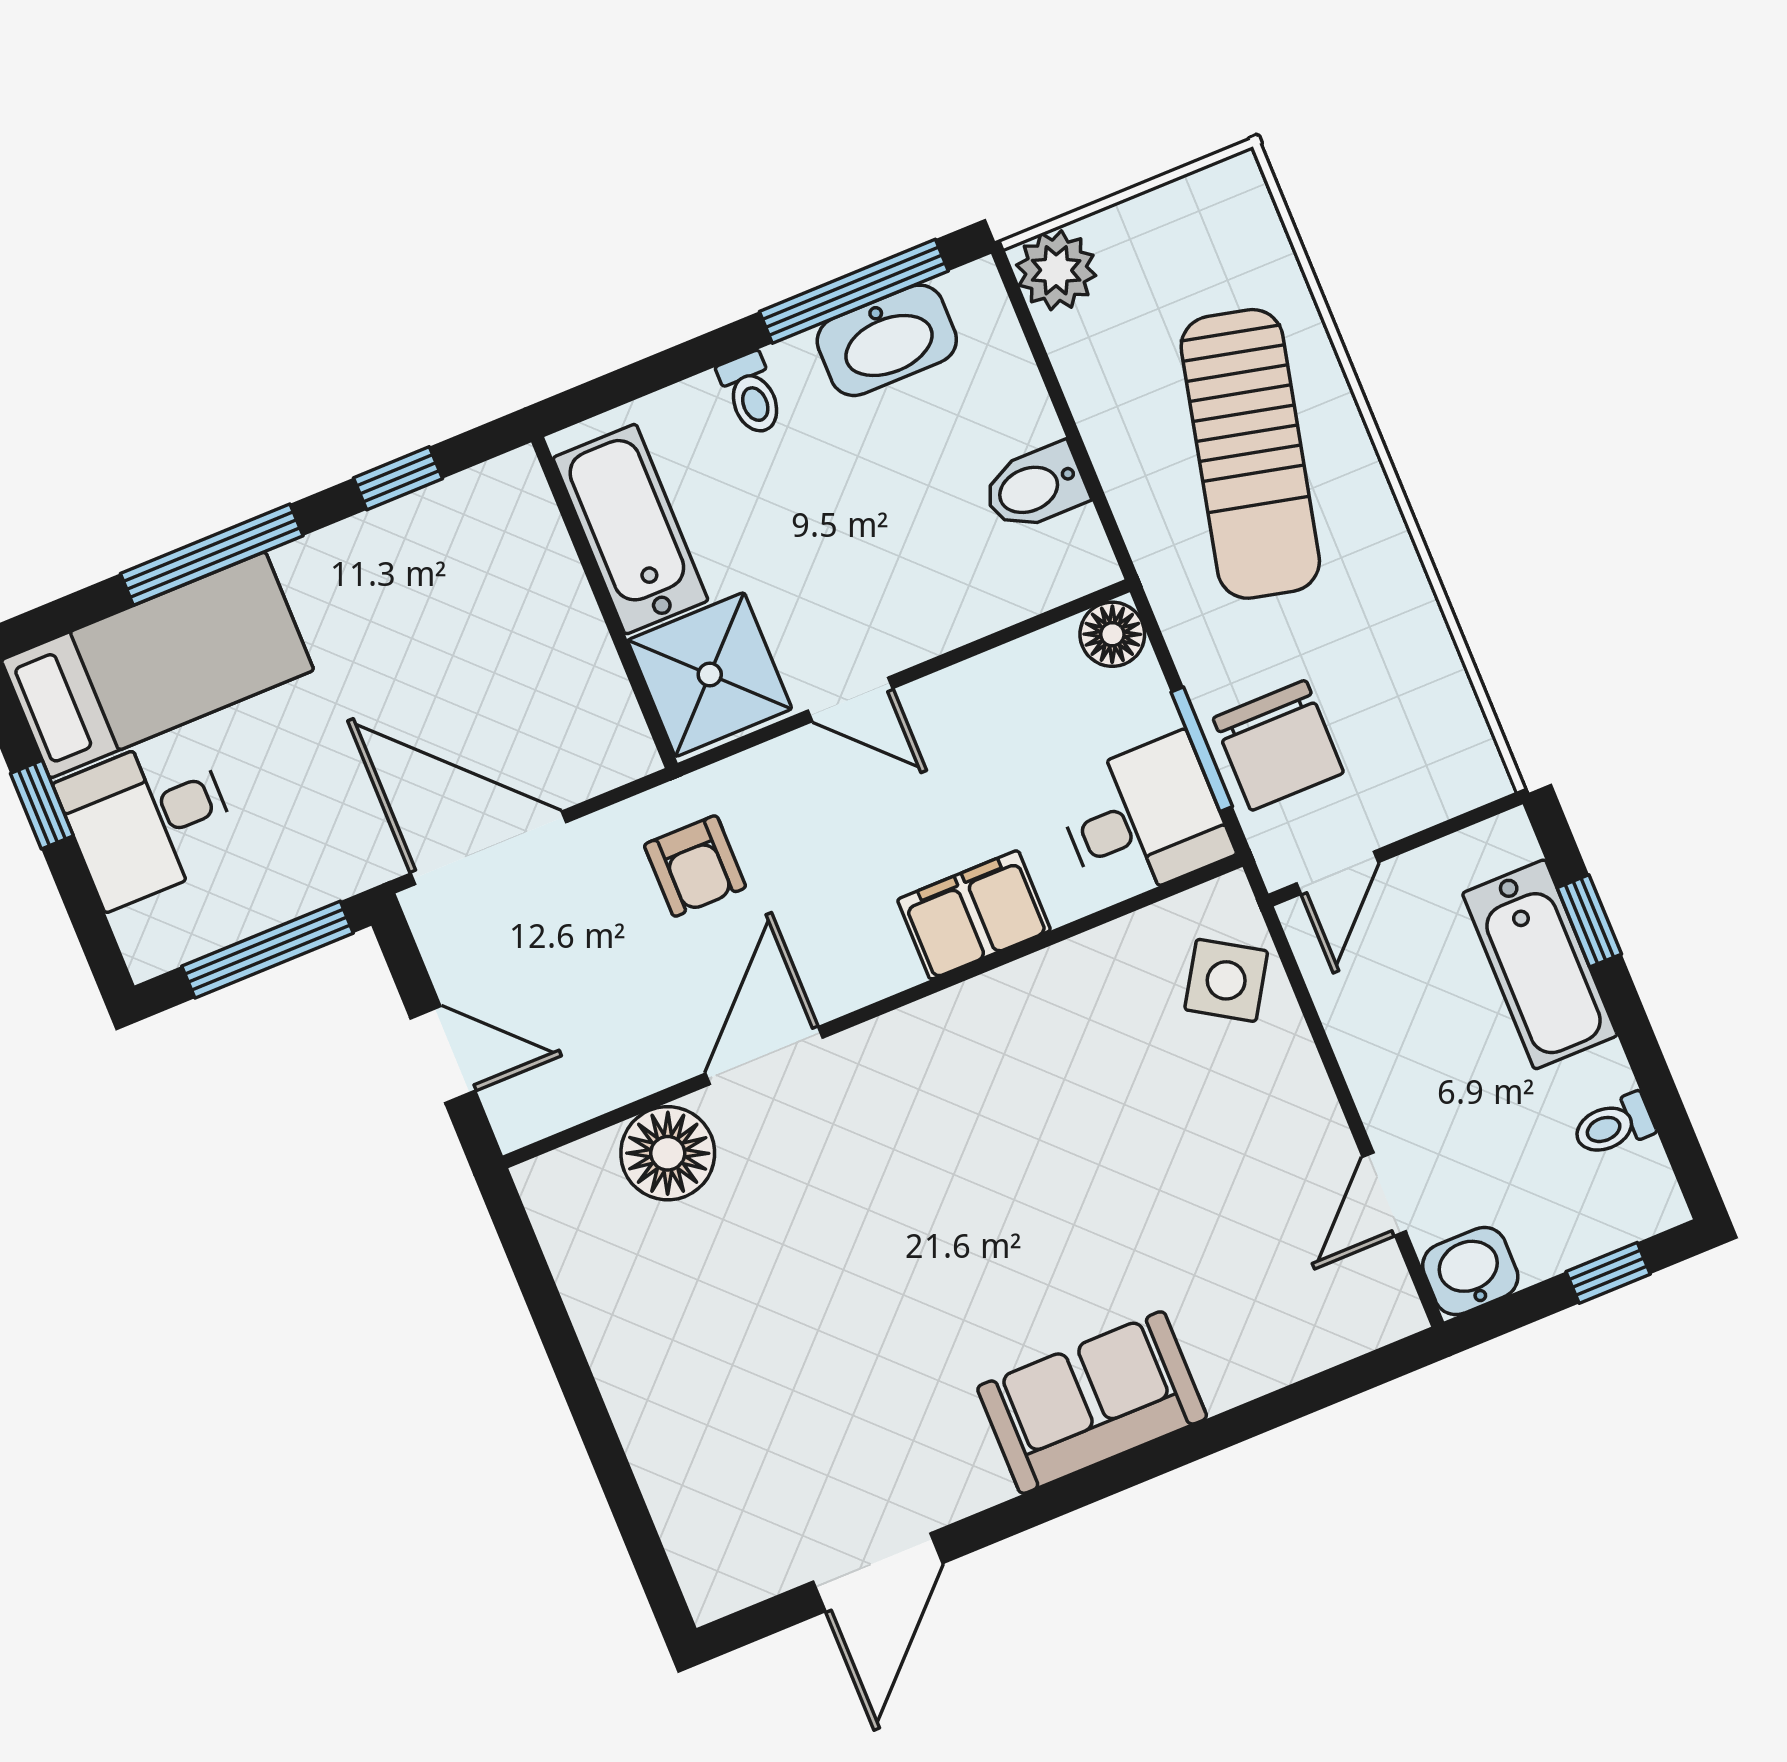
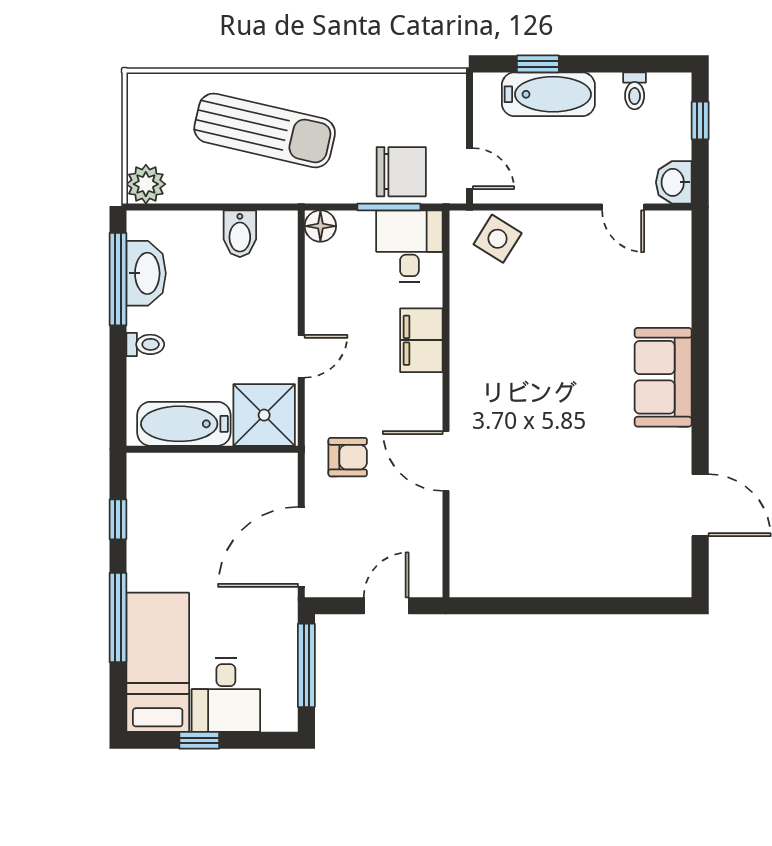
floor lamp: (668, 1153) -> (472, 523), removed

